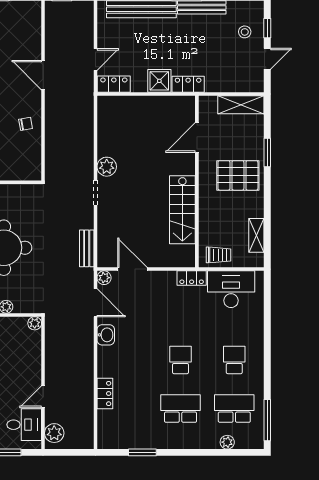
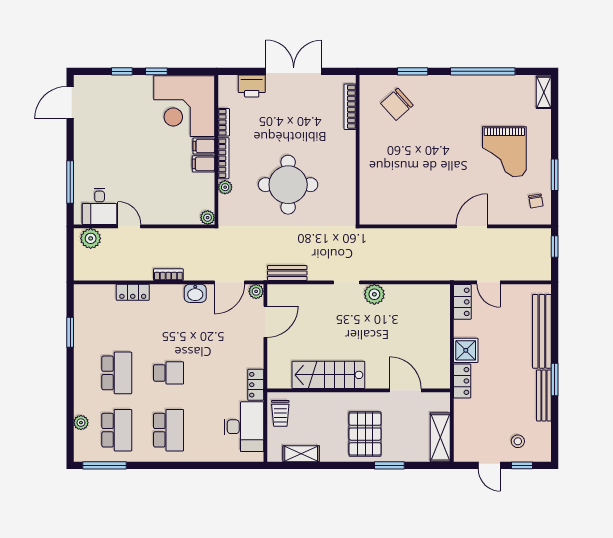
chair: (26, 124) -> (536, 201), moved
bookcase: (88, 360) -> (168, 275), added
school desk: (234, 360) -> (169, 430), width x1.85

